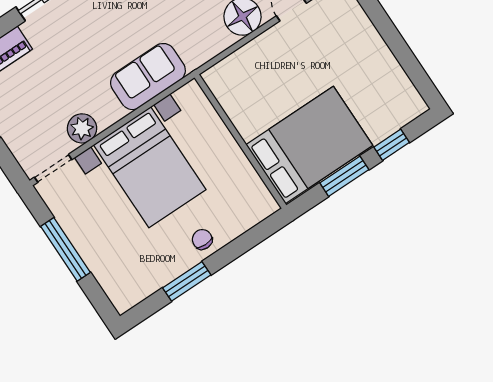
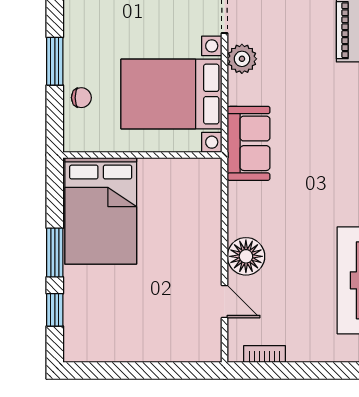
wall: (240, 141) -> (142, 155), moved
bed: (309, 145) -> (101, 211), moved

